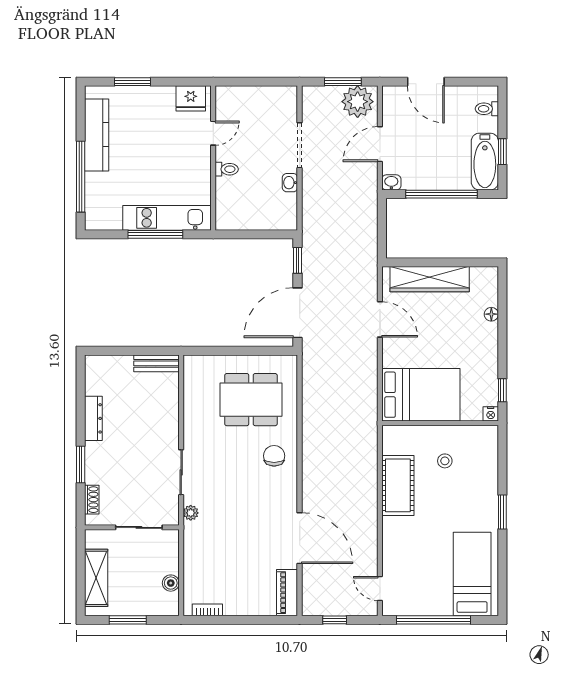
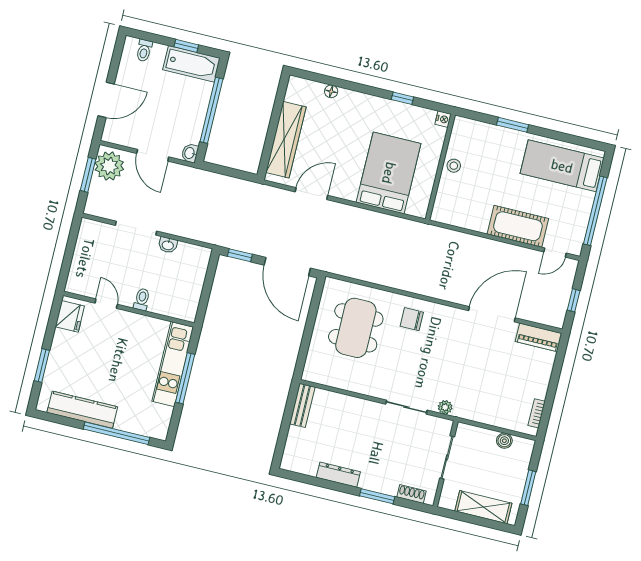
nightstand: (491, 414) -> (443, 119), moved
wall: (440, 423) -> (440, 167), moved
cot: (398, 485) -> (518, 226), moved

